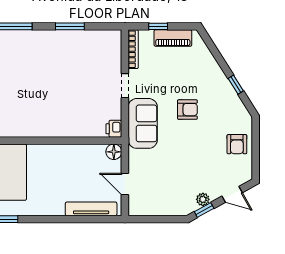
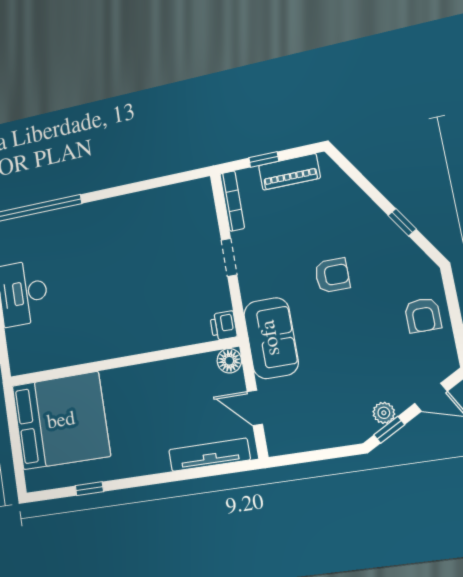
window: (70, 26) -> (134, 187), removed
sofa: (143, 123) -> (271, 338), moved

